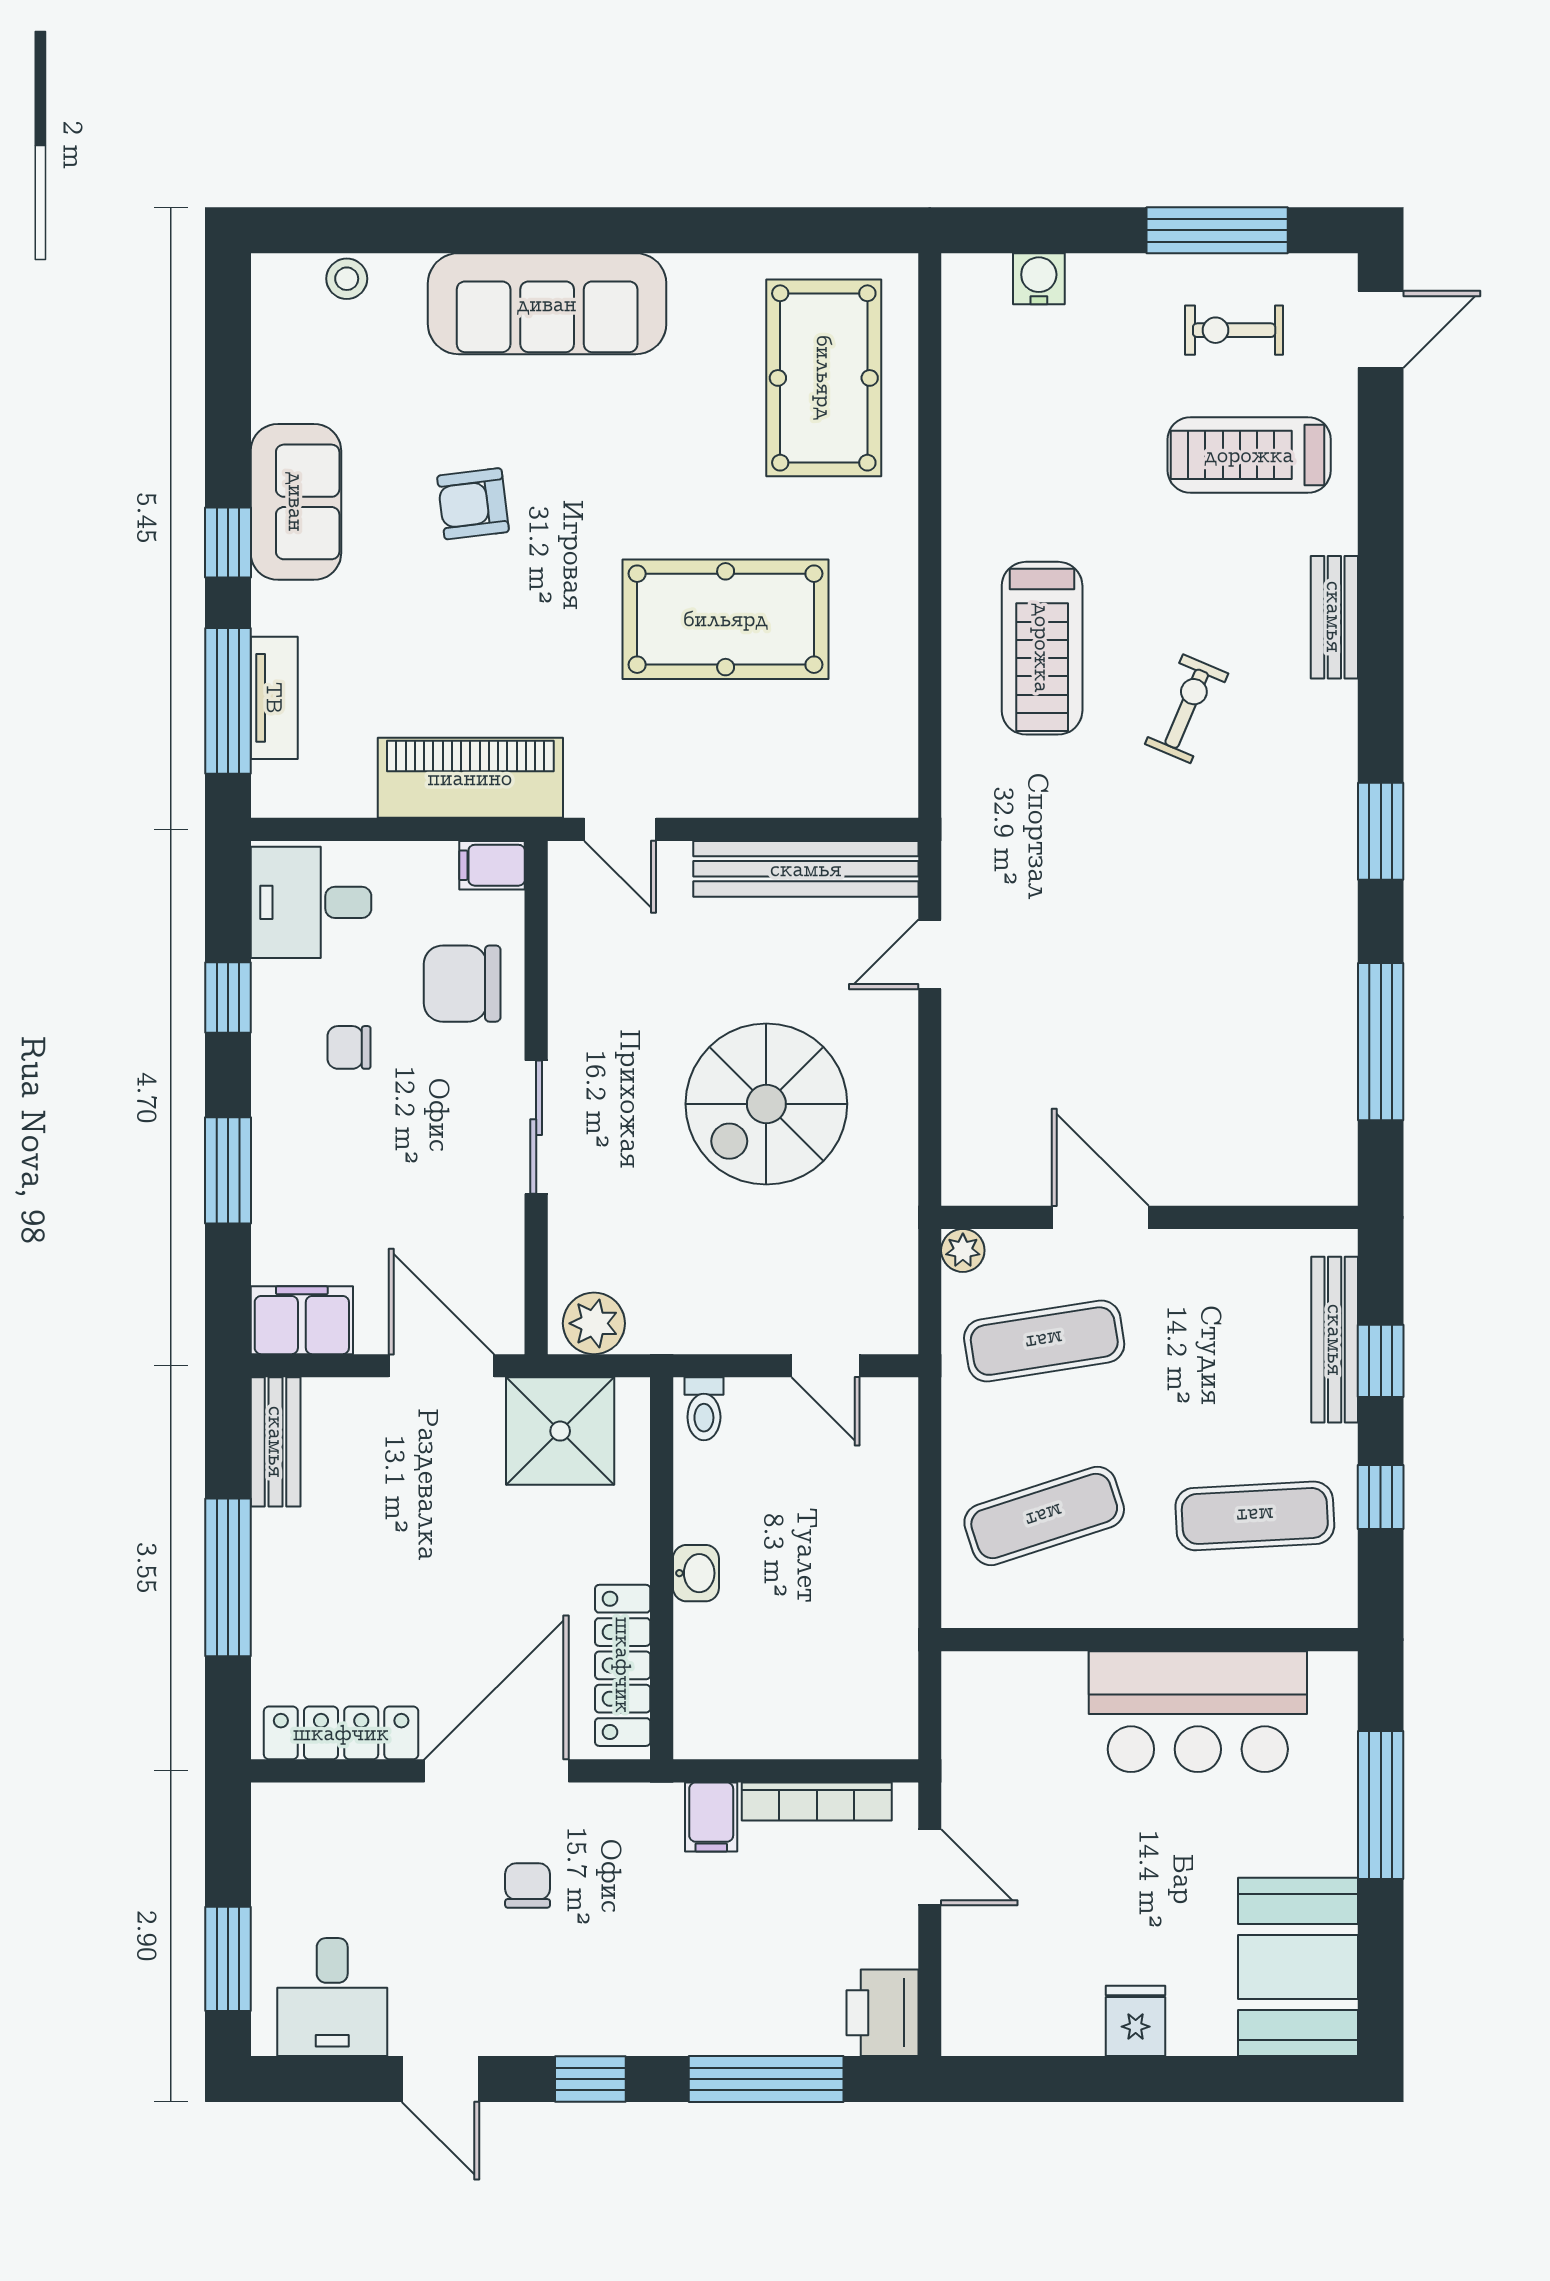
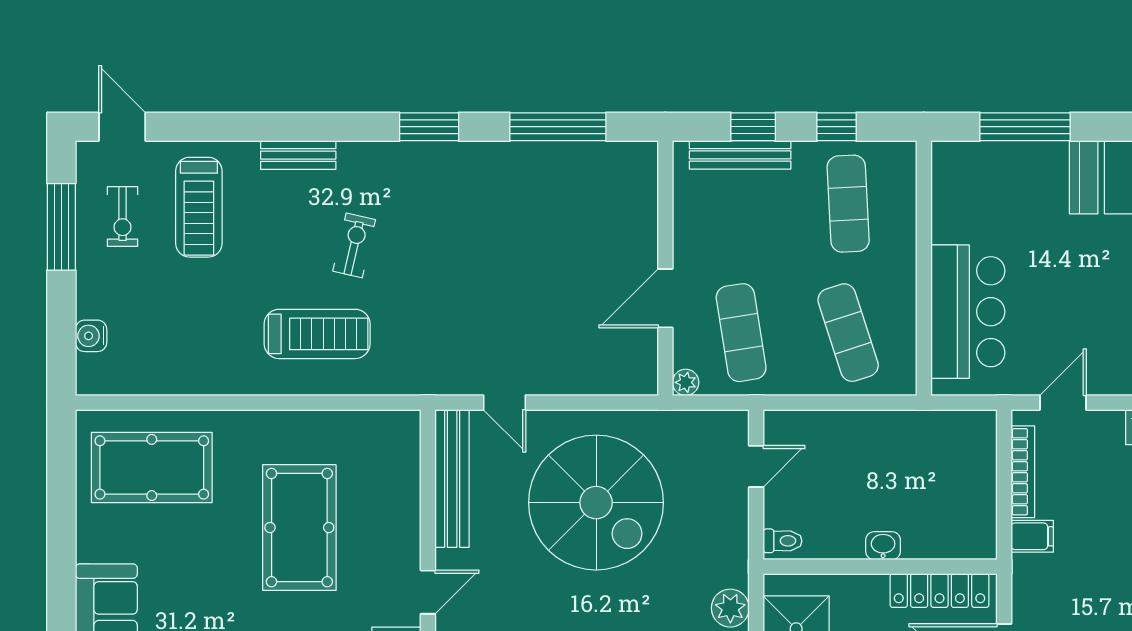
exercise bike: (1187, 709) -> (354, 245), turned 80
spiral stairs: (766, 1104) -> (596, 503), width x1.37, depth x1.37
bar counter: (1198, 1712) -> (968, 312), moved

